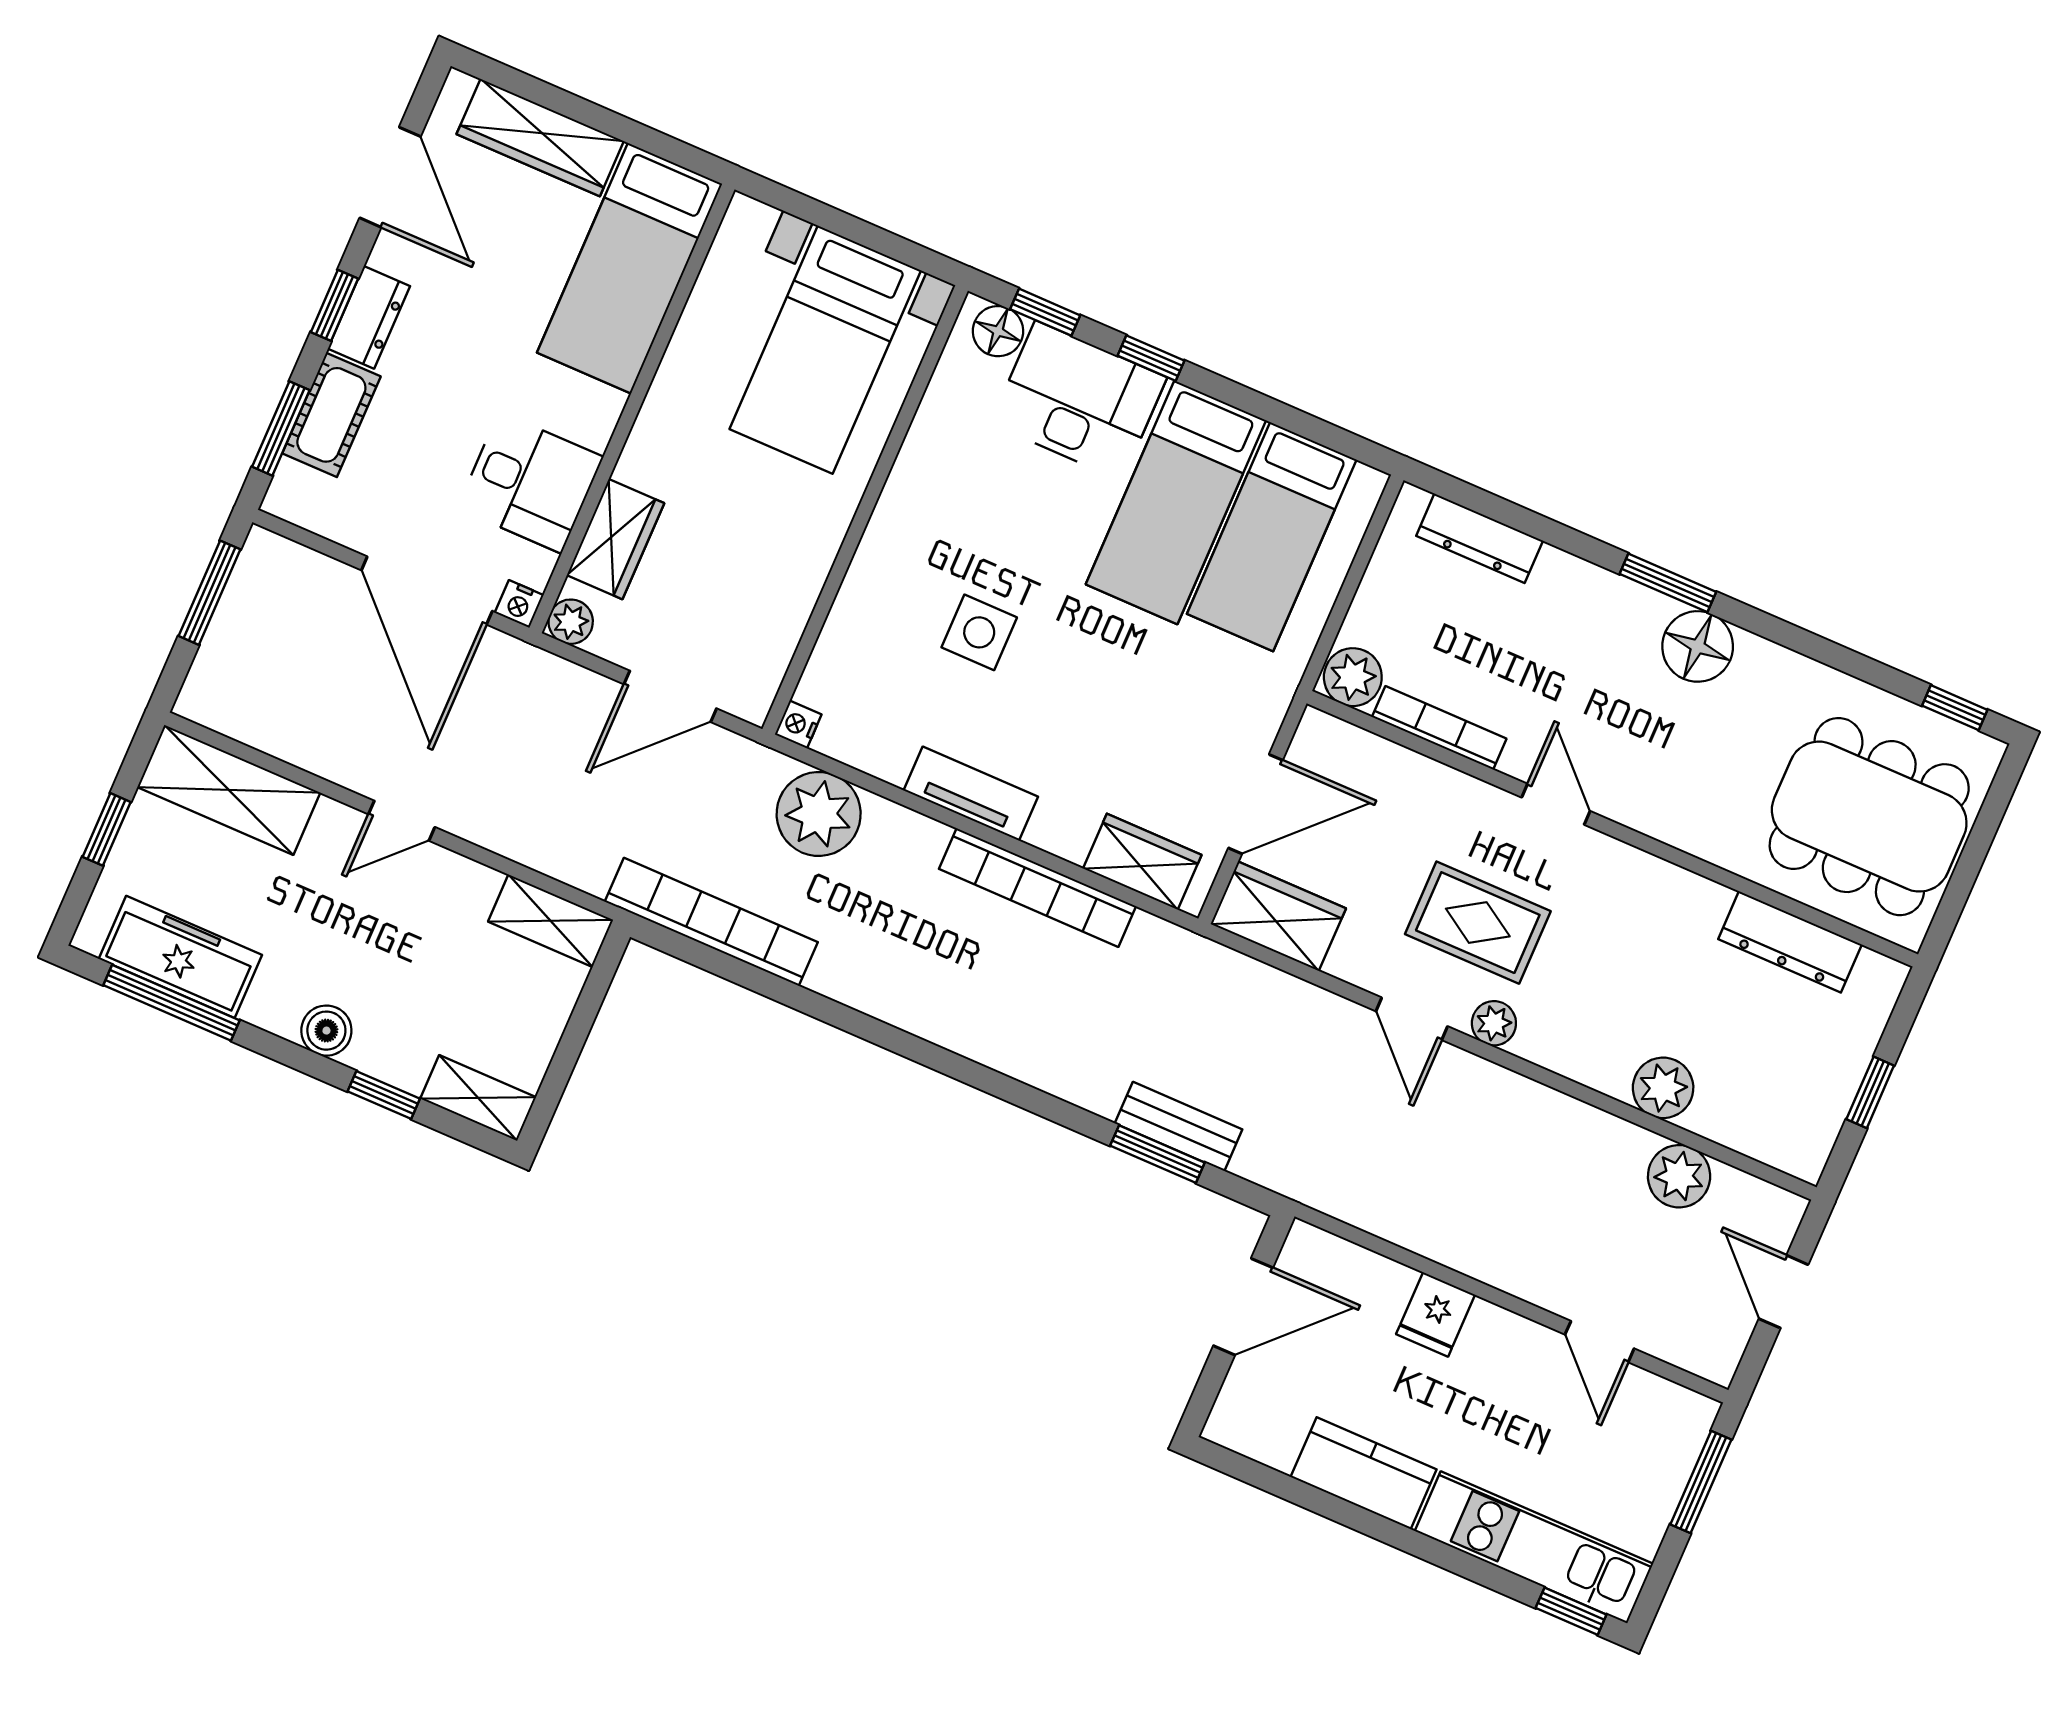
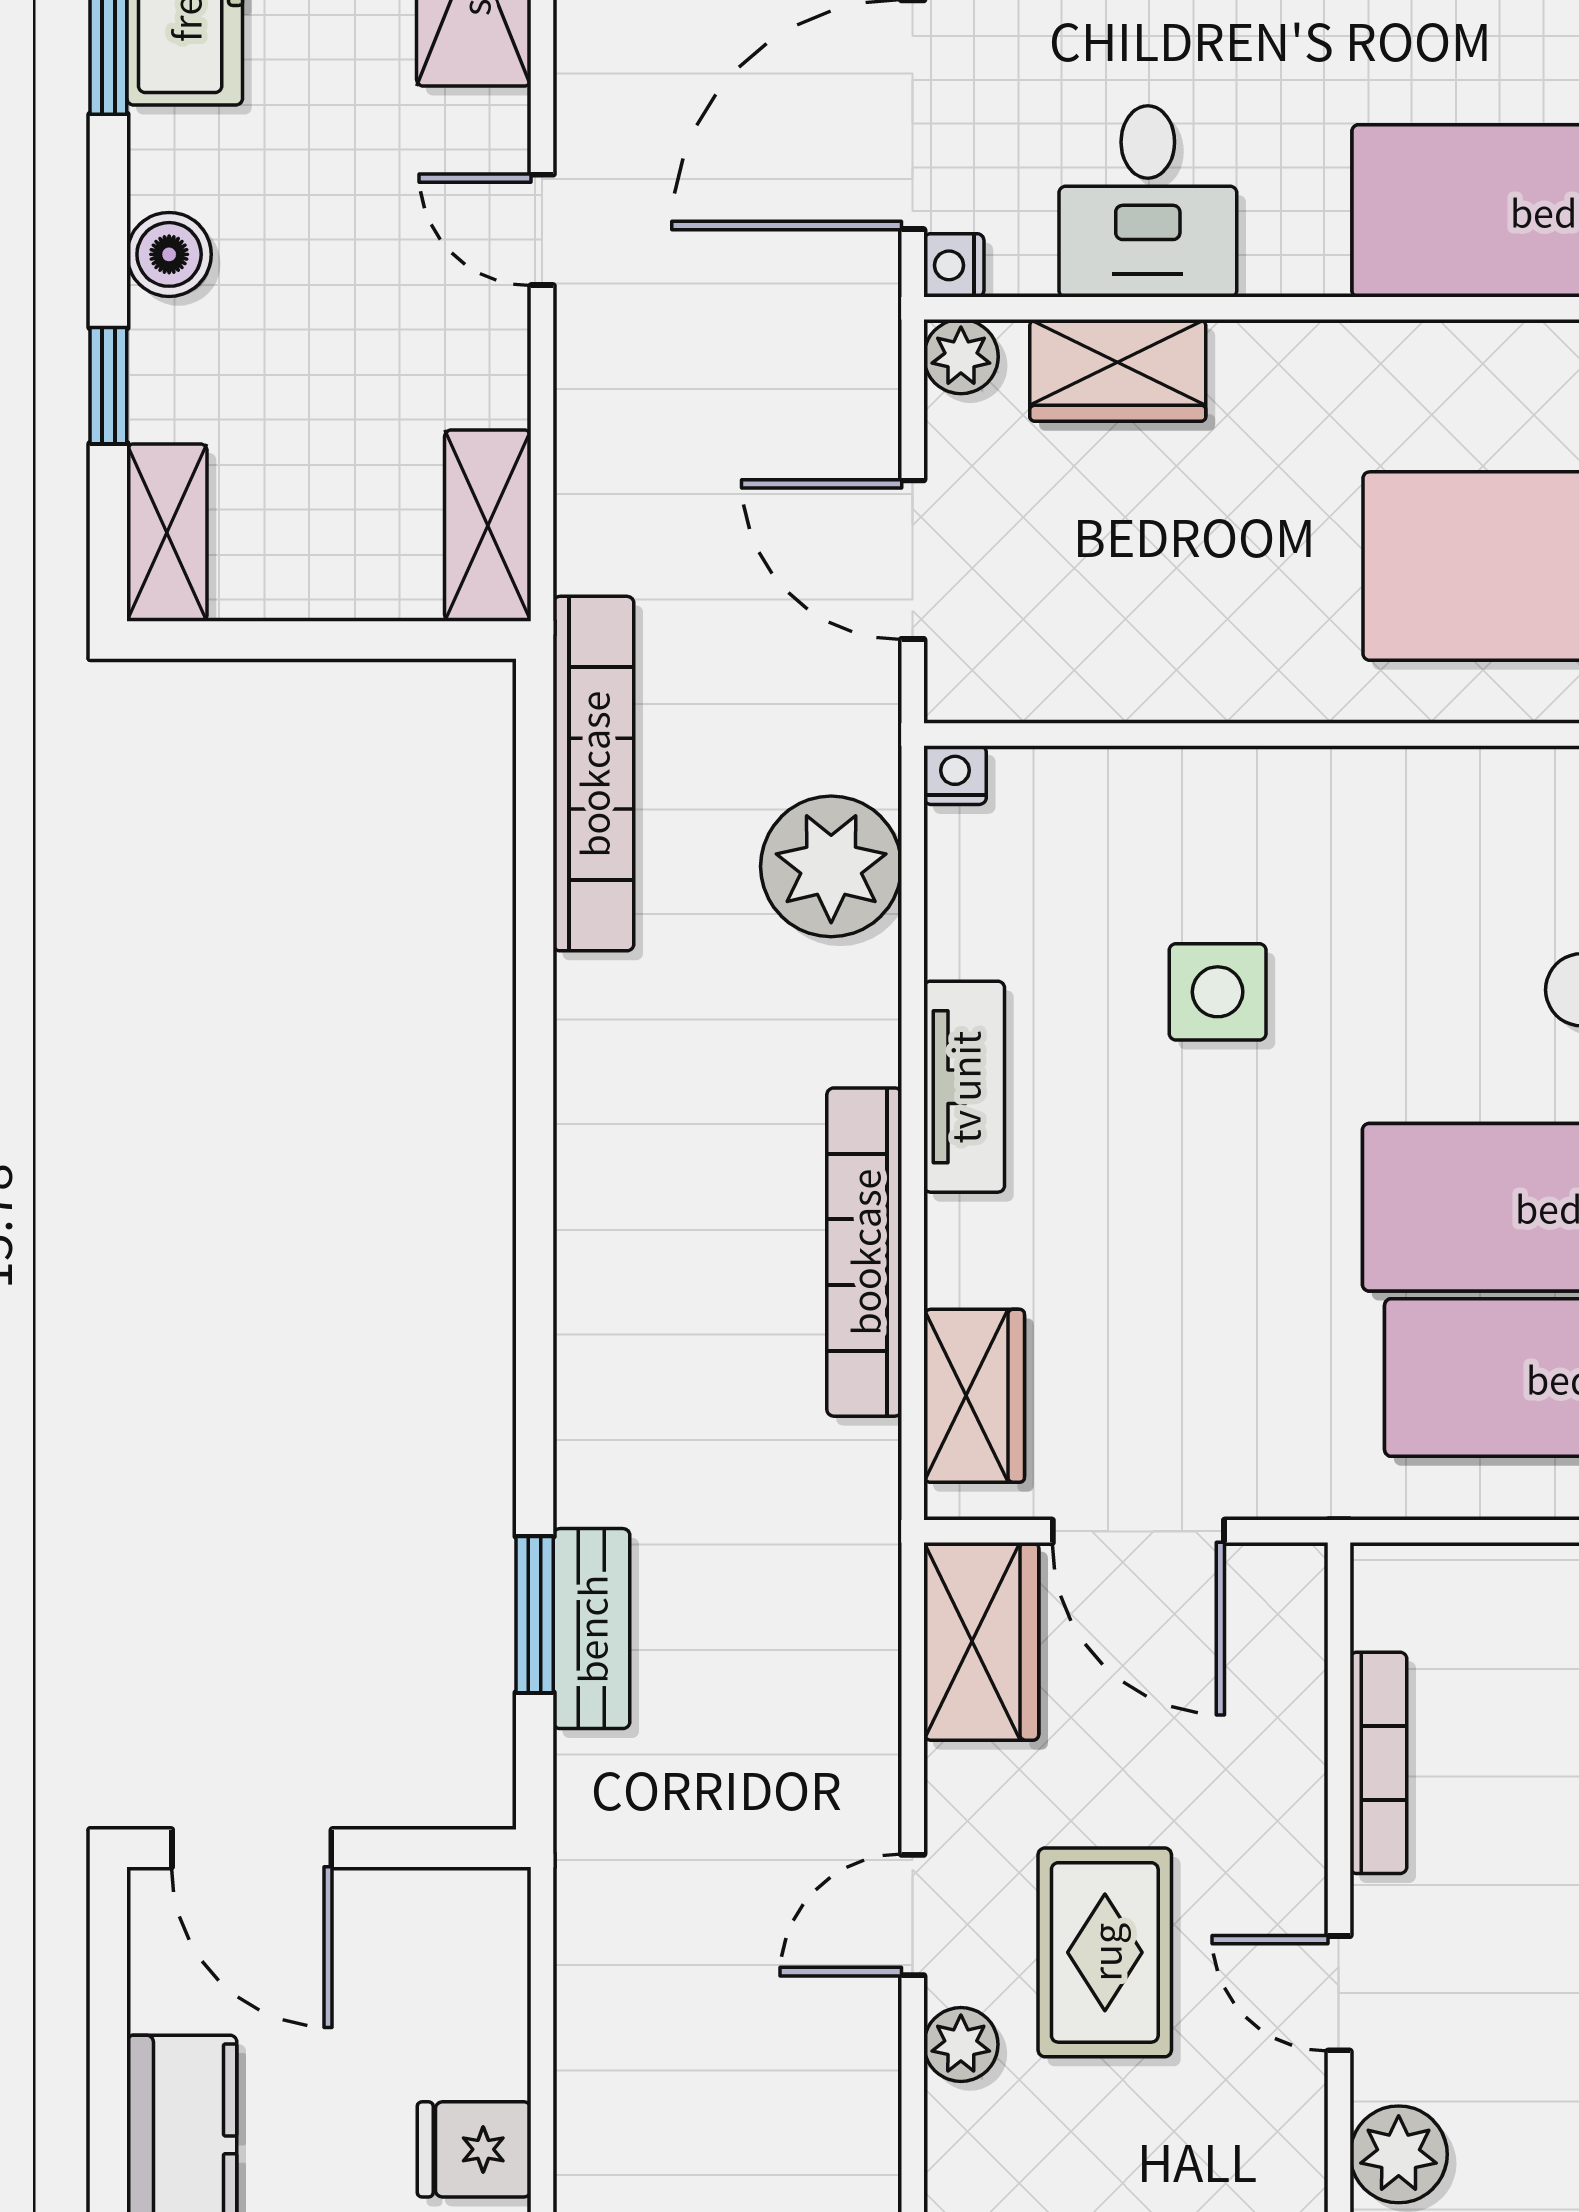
plant: (1353, 677) -> (1399, 2154), moved
door: (1556, 804) -> (1339, 1993), swing flipped
door: (1243, 1307) -> (252, 1848), moved

